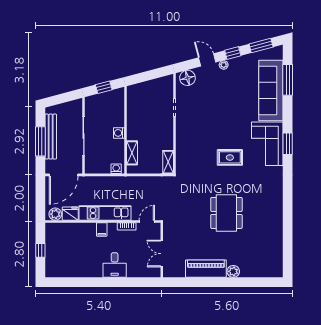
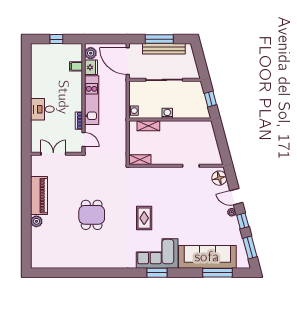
door: (207, 60) -> (236, 197), swing flipped
dining table: (226, 213) -> (92, 215), width x0.73
filing cabinet: (102, 229) -> (76, 66), moved

